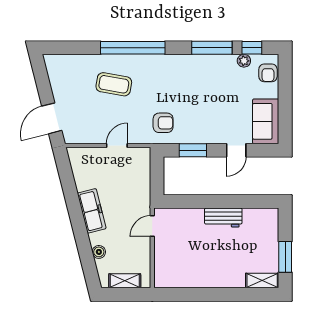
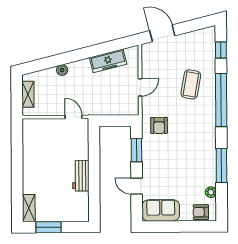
window: (252, 48) -> (221, 50), moved
door: (117, 145) -> (140, 87), hinge flipped
freezer: (92, 211) -> (108, 61), moved
boiler: (99, 252) -> (62, 70), moved

